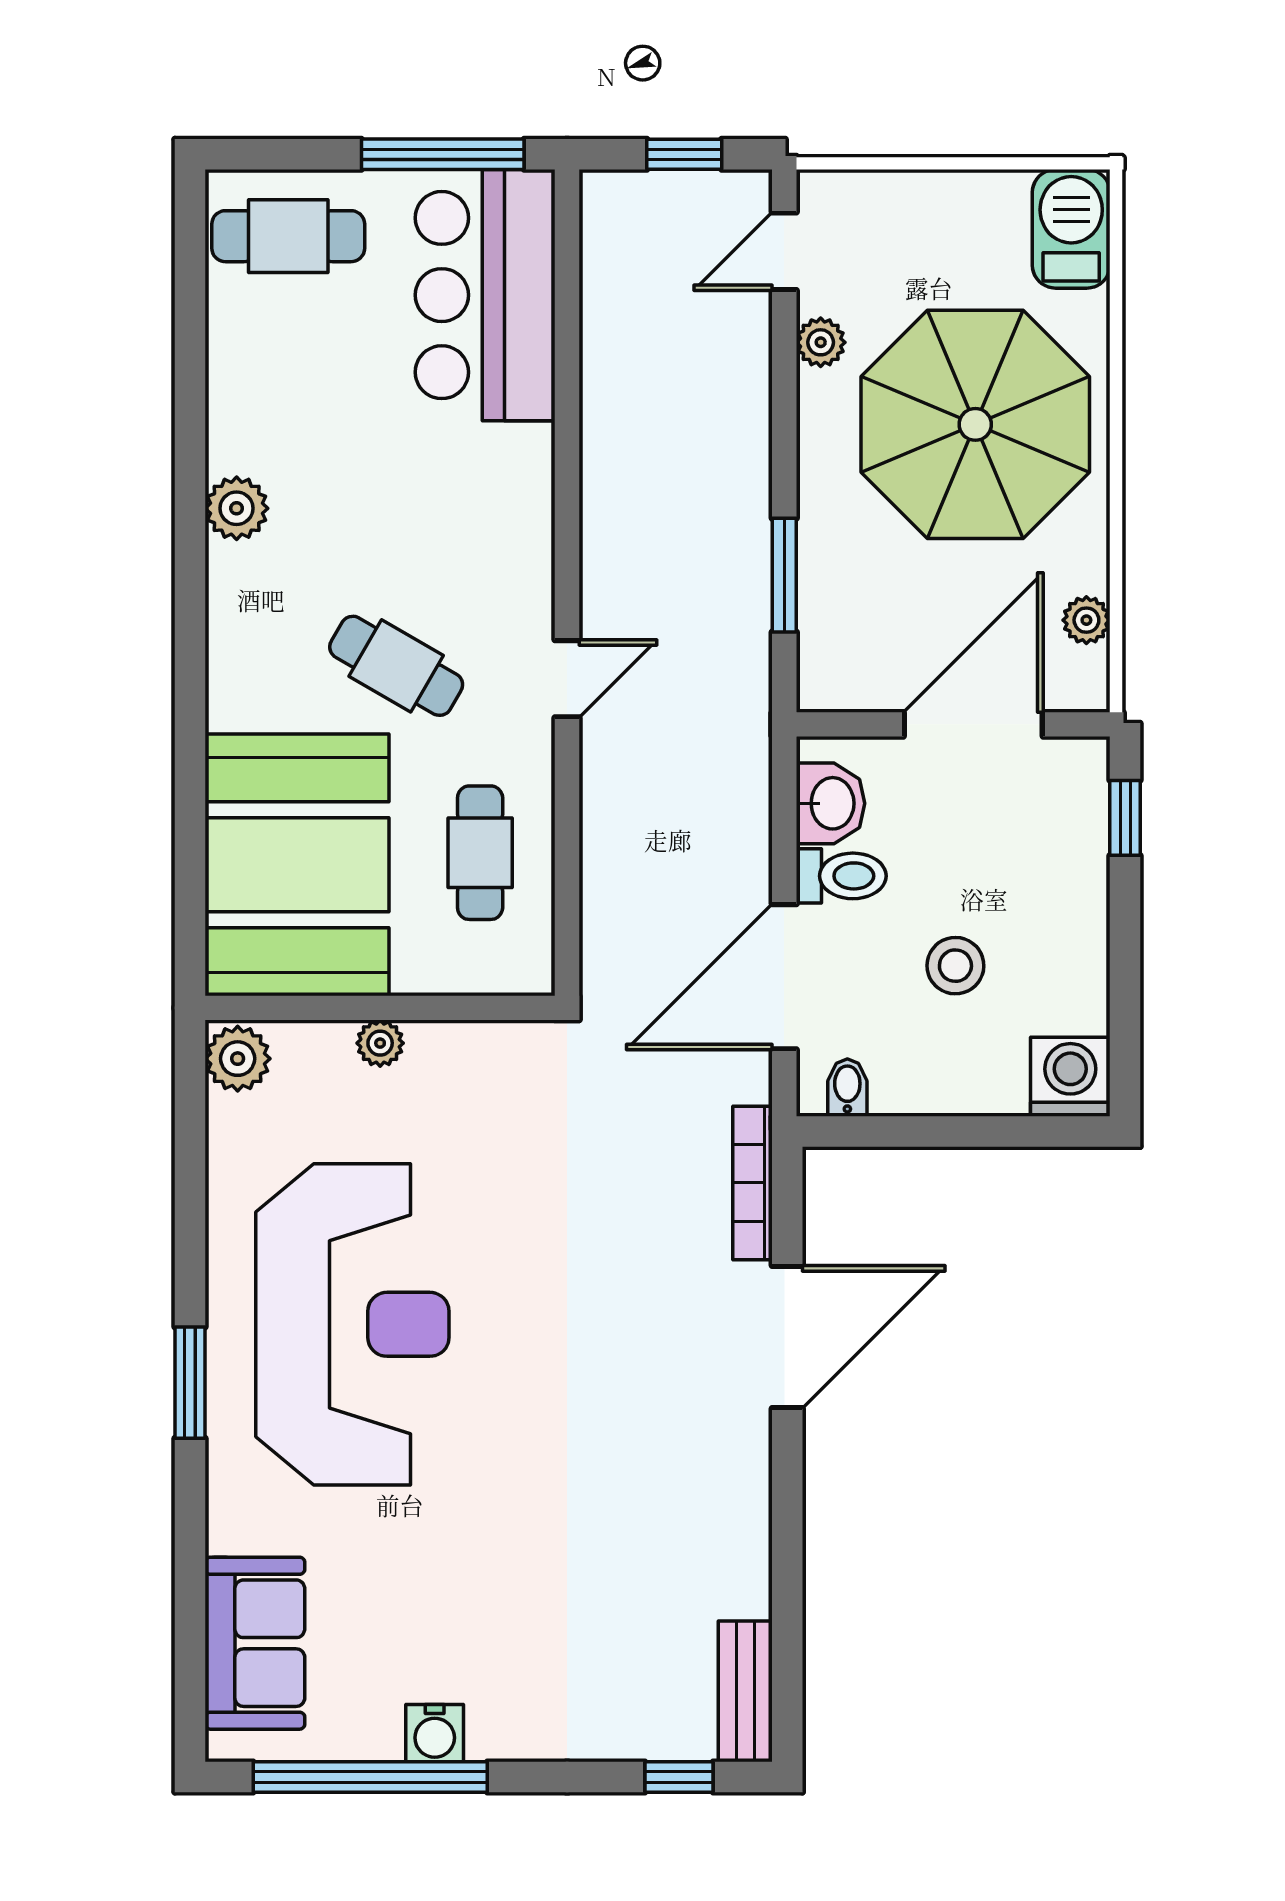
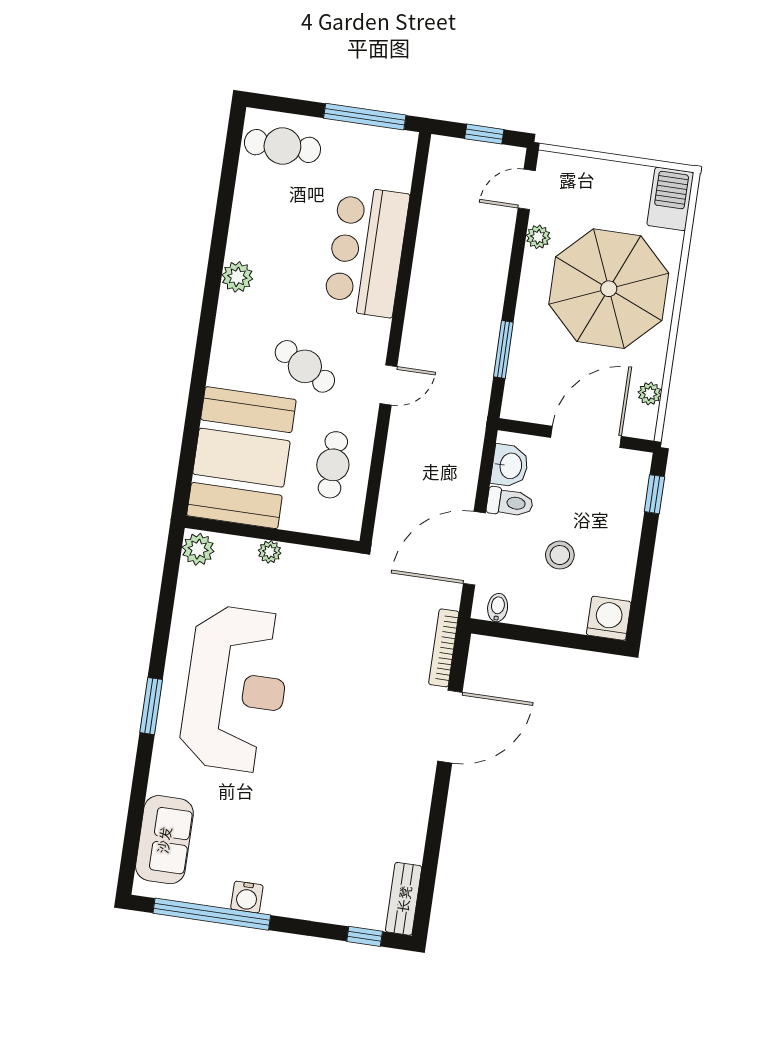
bar counter: (485, 295) -> (367, 251), moved

